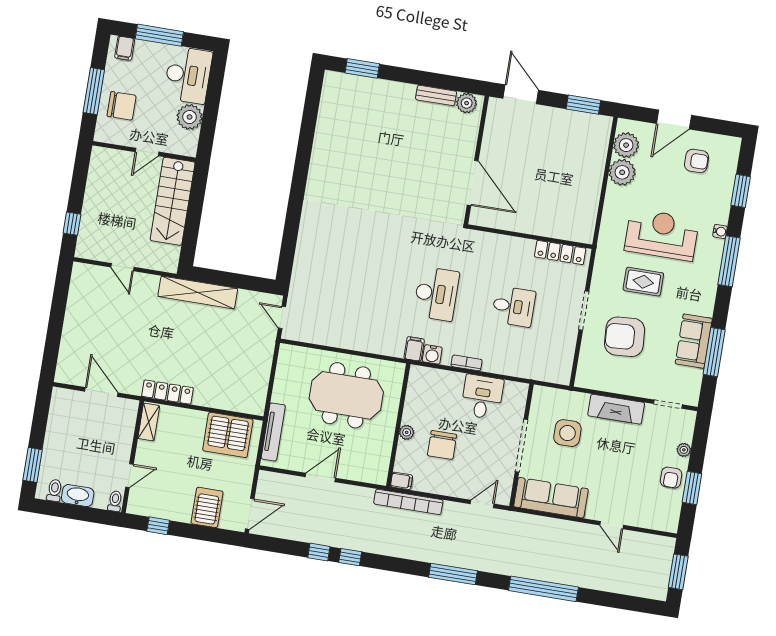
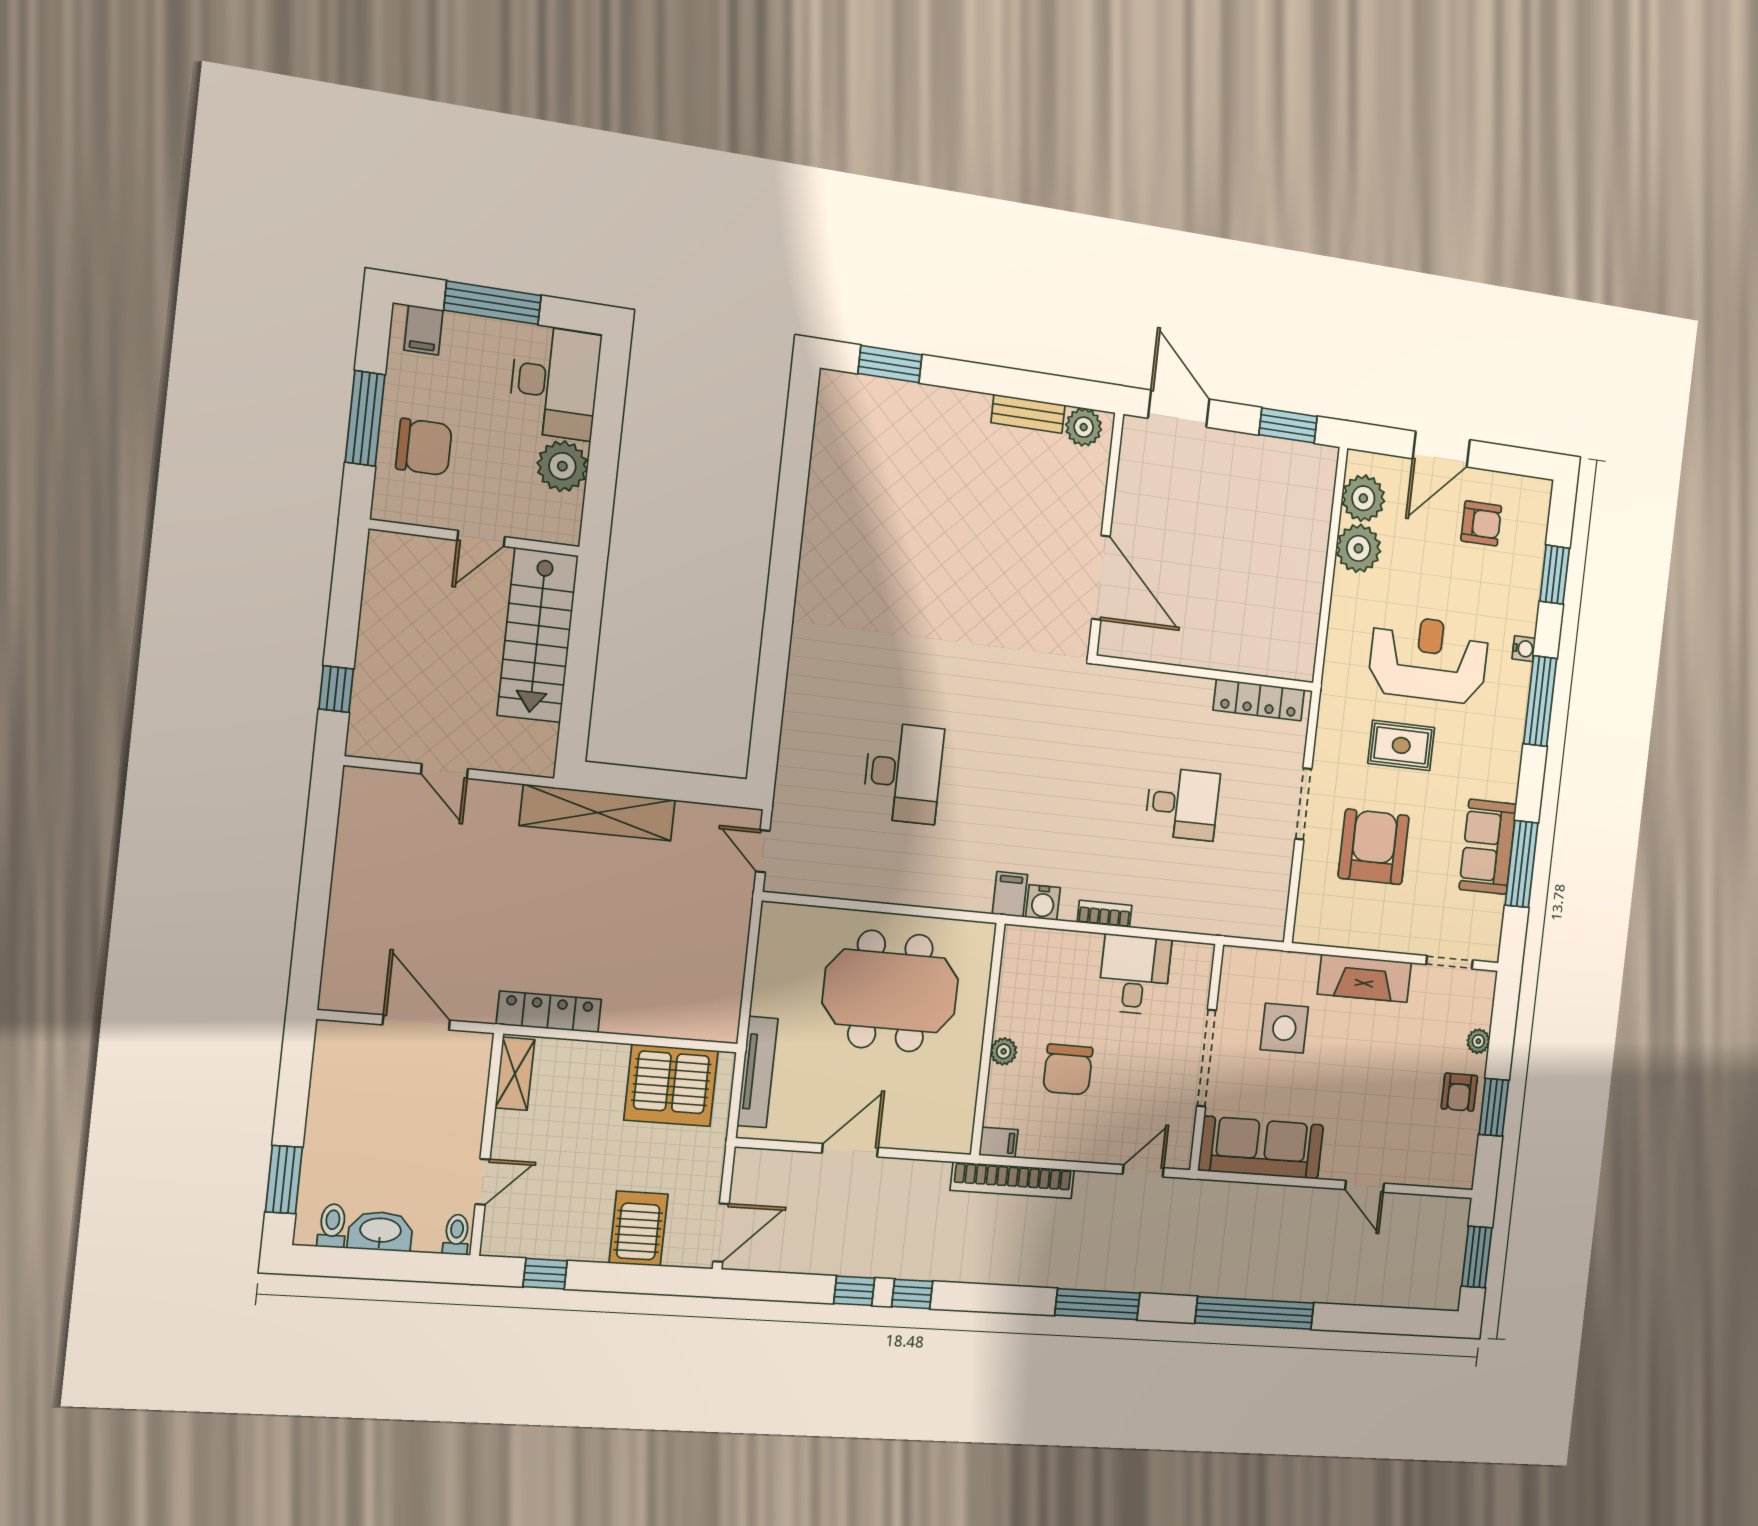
desk: (436, 294) -> (903, 773), moved
armchair: (625, 337) -> (1374, 847), turned 94

